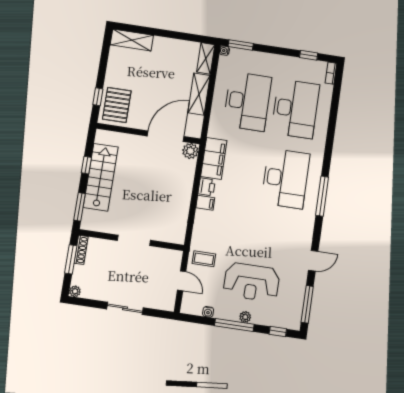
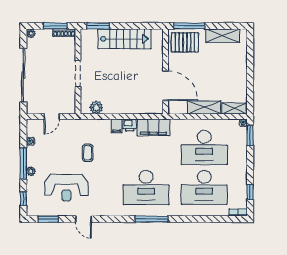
shelving: (132, 40) -> (223, 36), moved, turned 90
window: (98, 97) -> (189, 26), width x2.17
plant: (190, 151) -> (96, 108), moved
window: (86, 165) -> (132, 26), removed
window: (322, 196) -> (152, 219), moved
coffee table: (204, 259) -> (88, 153), moved
reception desk: (251, 282) -> (66, 188), moved, turned -90
window: (307, 304) -> (48, 219), width x0.69
sliding door: (125, 308) -> (23, 75), width x1.86

